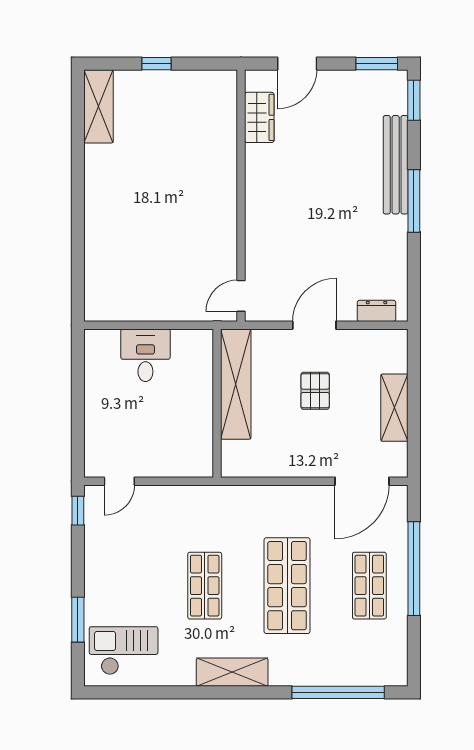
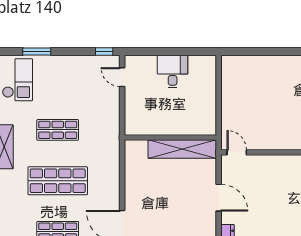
desk: (145, 355) -> (173, 72), moved, turned -90
pallet: (315, 391) -> (178, 198), removed

